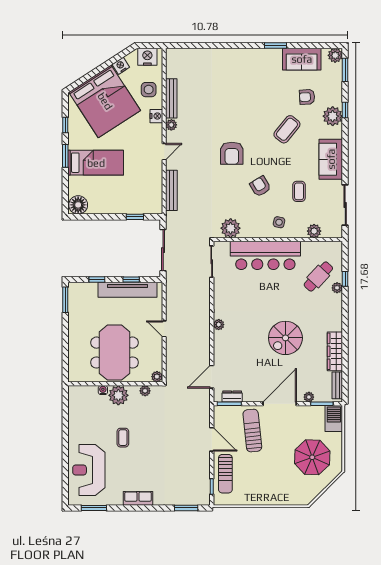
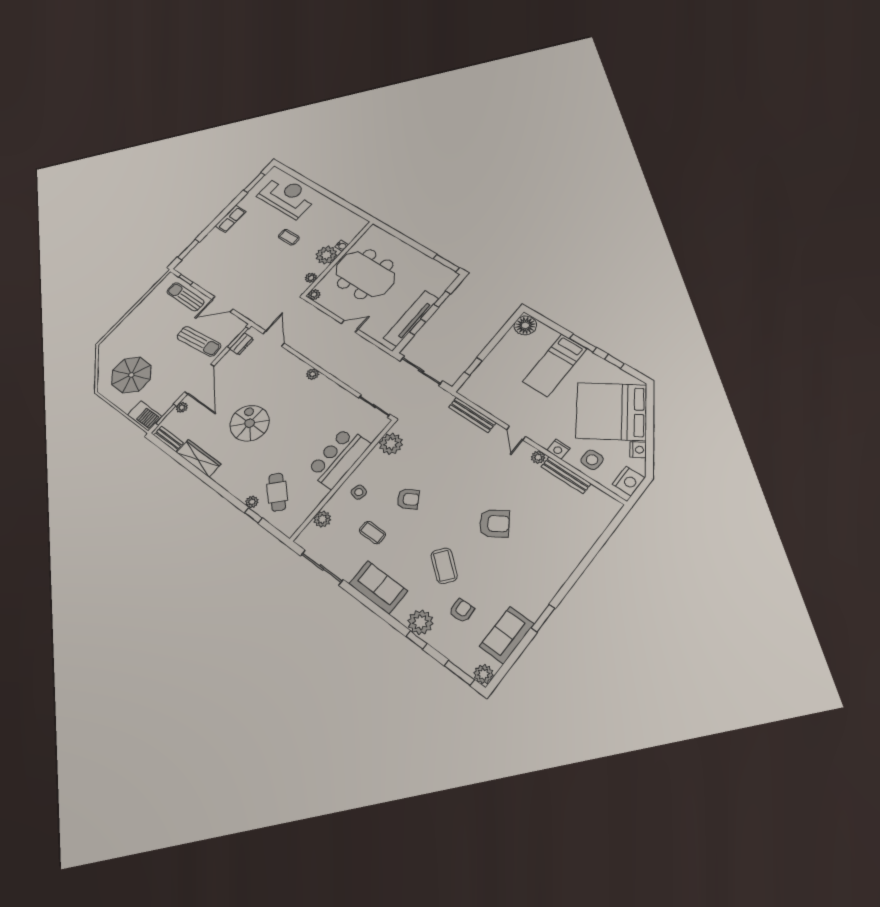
armchair: (232, 153) -> (494, 523), moved, turned 146
bar counter: (265, 255) -> (339, 458), width x0.73

